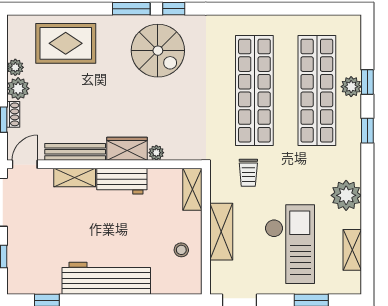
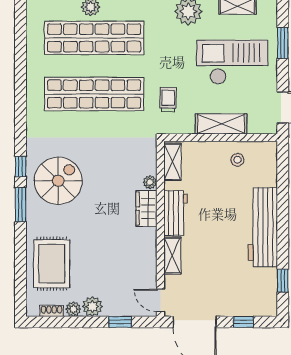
shoe rack: (13, 114) -> (52, 311), moved
bench: (75, 152) -> (149, 255), removed
trolley: (248, 173) -> (168, 99), turned -90
shelving: (192, 189) -> (172, 162), moved, turned 90

